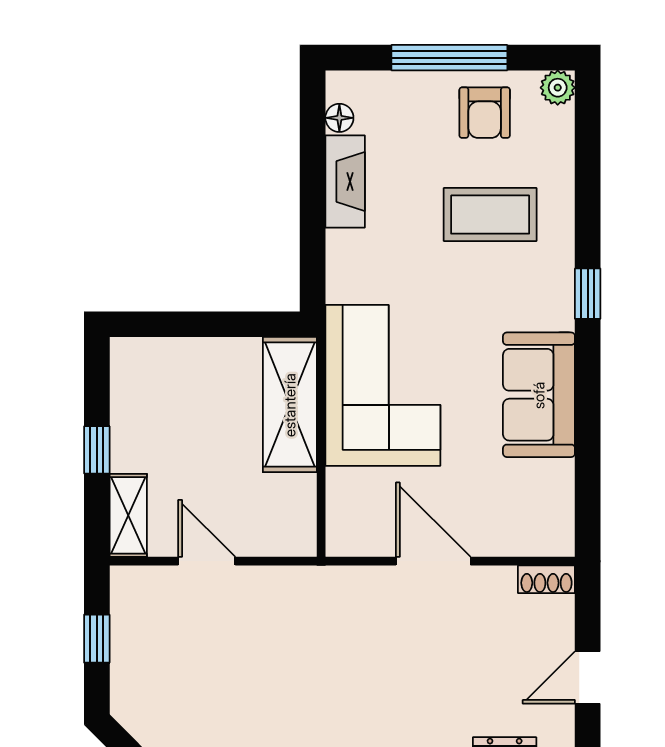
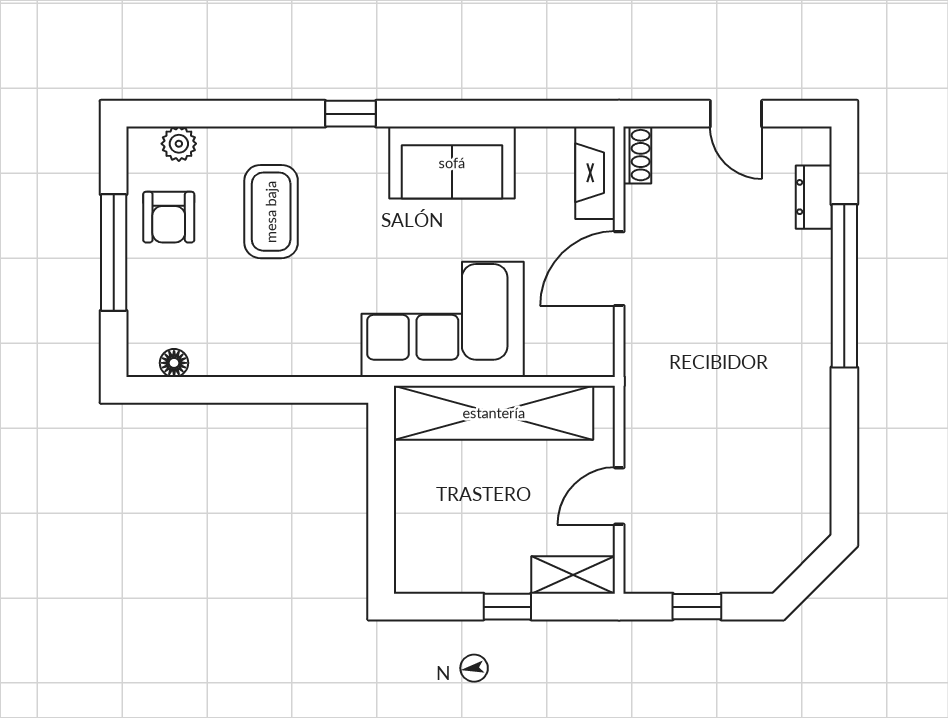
plant: (558, 88) -> (179, 144), moved
armchair: (485, 113) -> (169, 217), turned 90
fireplace: (345, 181) -> (595, 173), moved, turned -90
shelving: (290, 405) -> (494, 413), width x1.47

